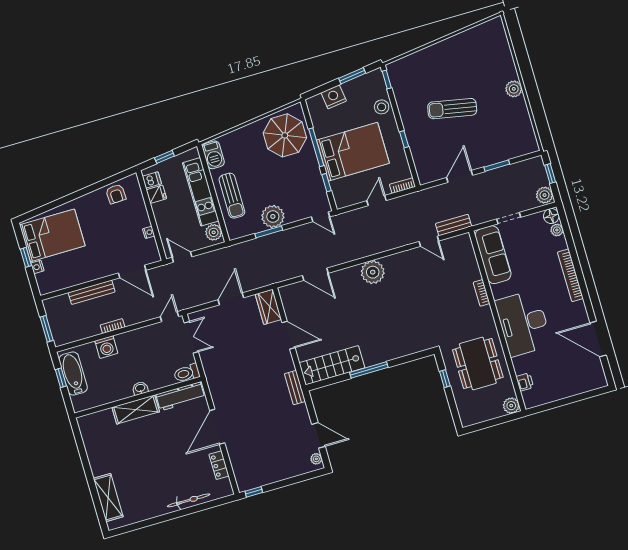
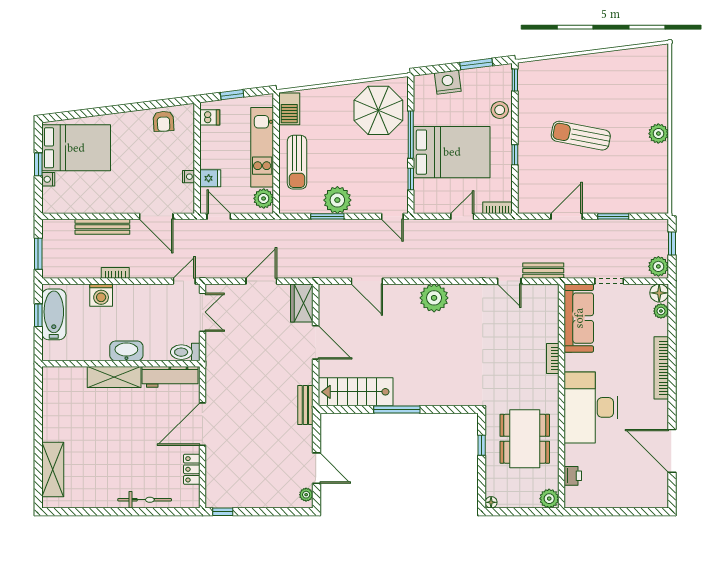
fridge: (156, 194) -> (210, 178), moved
washbasin: (140, 388) -> (126, 351), width x1.91, depth x1.45
floor lamp: (466, 422) -> (491, 502), added

